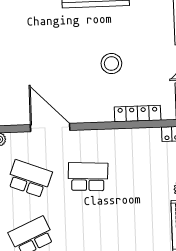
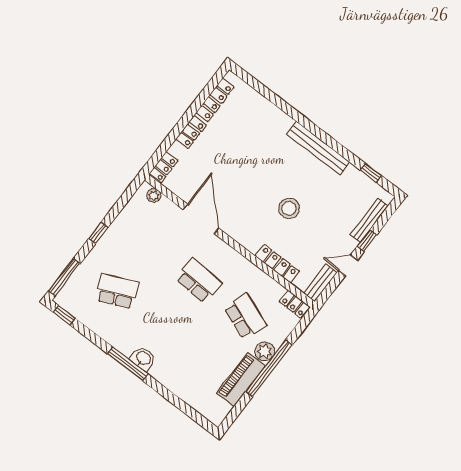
school desk: (29, 179) -> (245, 317), moved

